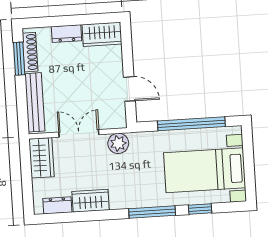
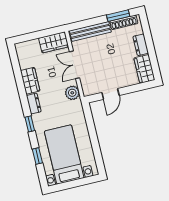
window: (191, 124) -> (94, 140), removed
double door: (79, 133) -> (74, 65), swing flipped
dresser: (57, 205) -> (34, 104), moved
window: (152, 212) -> (30, 124), width x0.46

